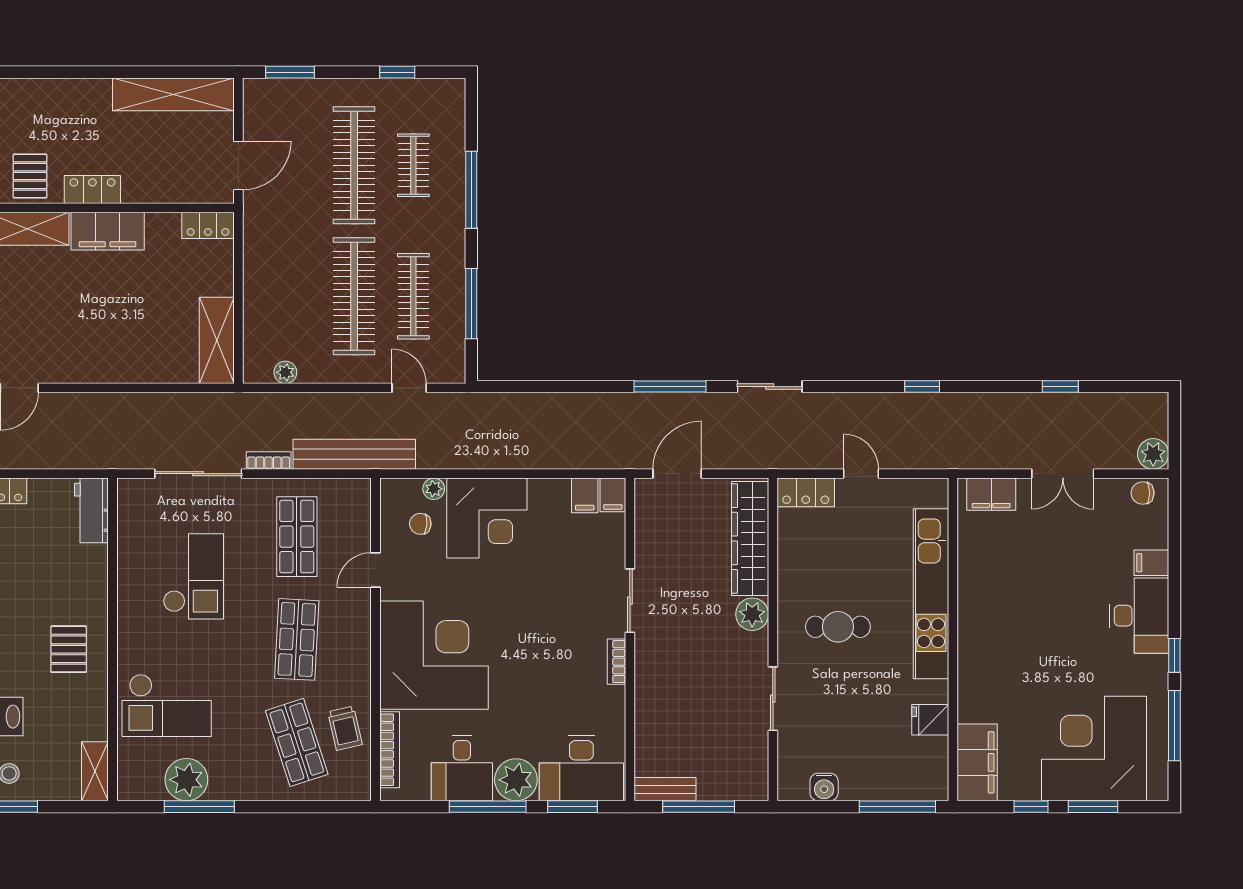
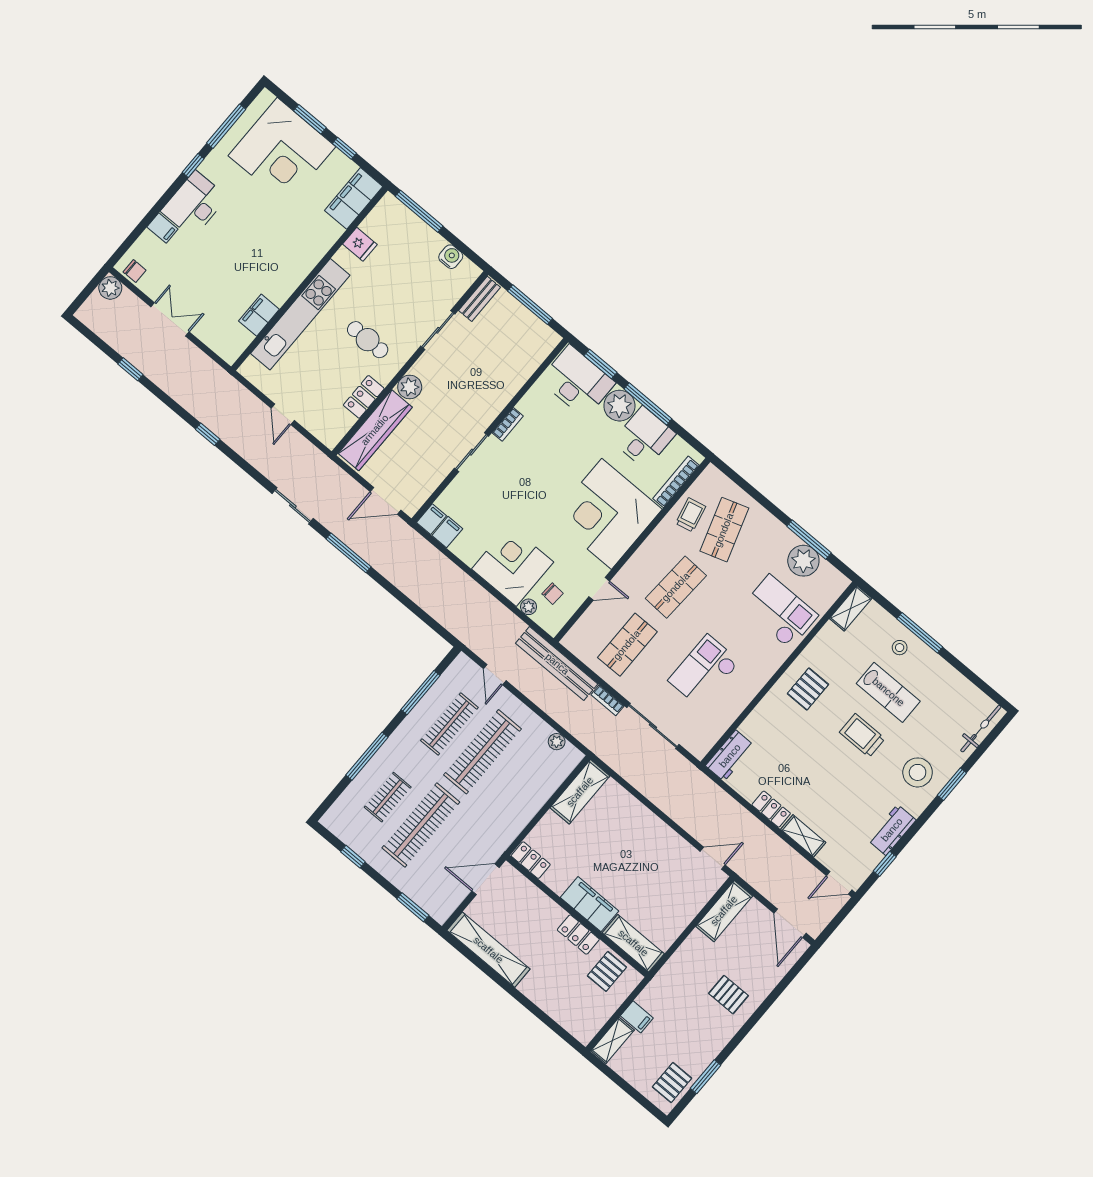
locker: (806, 492) -> (364, 397), moved, turned -90
filing cabinet: (991, 494) -> (259, 315), moved, turned -90
bench: (665, 789) -> (480, 299), moved, turned 90

